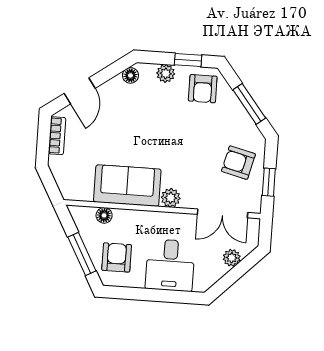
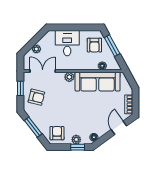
window: (188, 60) -> (78, 147), moved
sofa: (127, 186) -> (98, 82), width x1.36

